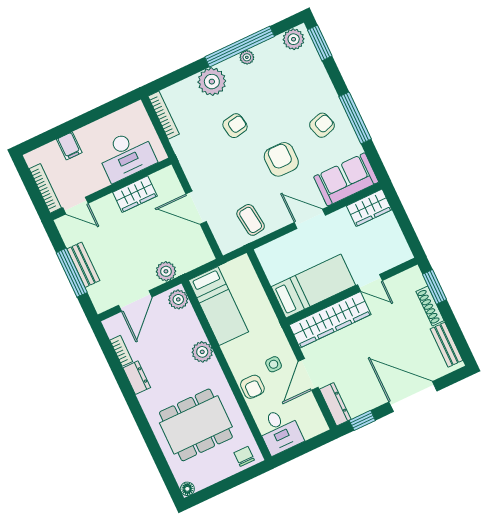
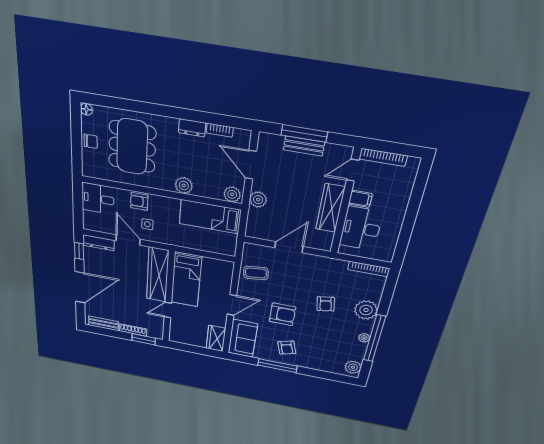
window: (320, 43) -> (339, 378), removed
filing cabinet: (69, 146) -> (360, 199), moved, turned 180
wardrobe: (135, 194) -> (330, 208), width x1.50
chair: (244, 456) -> (91, 141), moved

